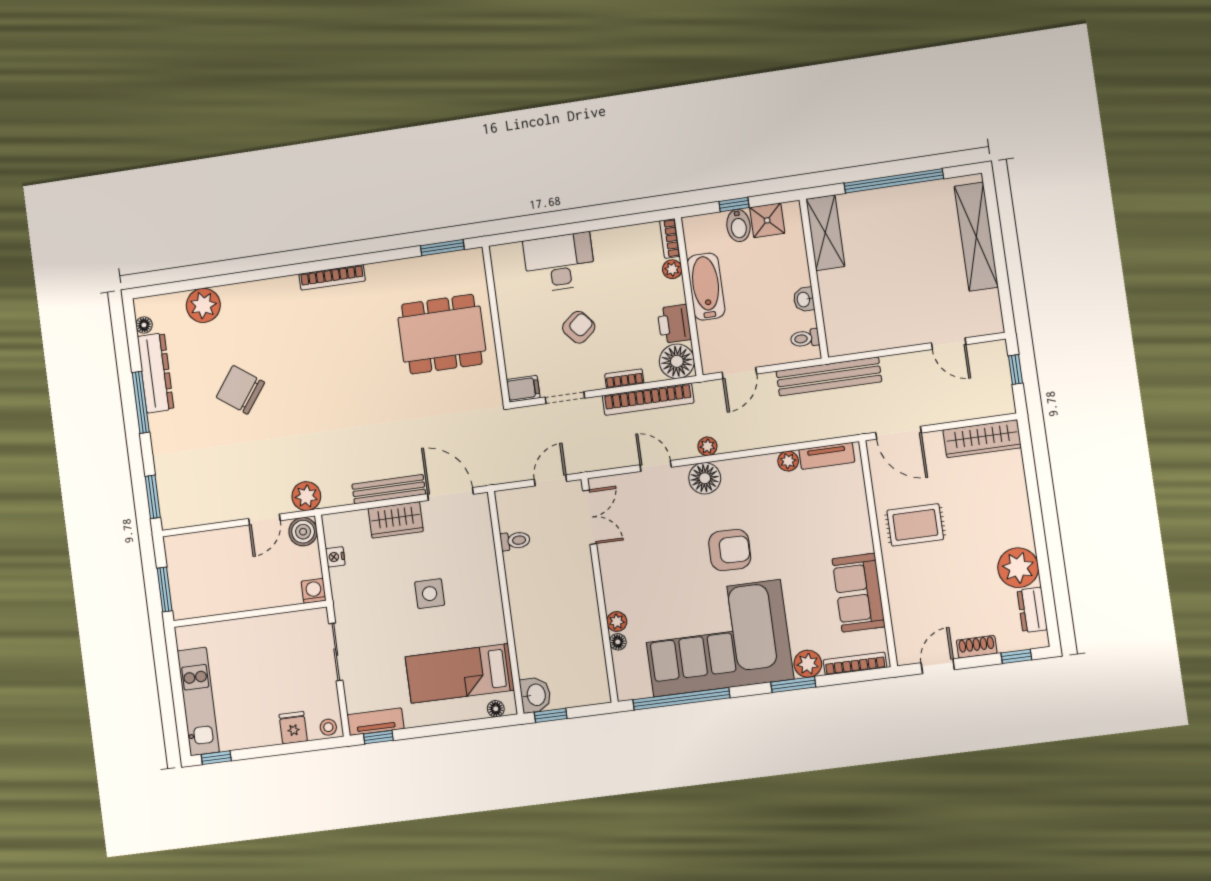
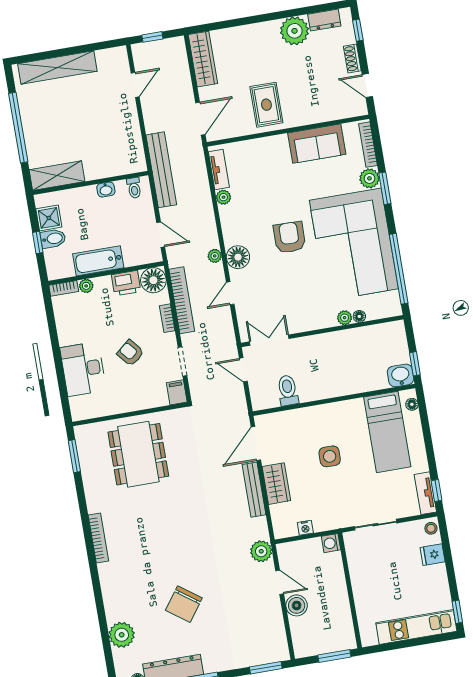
boiler: (303, 532) -> (297, 605), moved
toilet: (515, 541) -> (288, 390), width x1.37, depth x1.39

